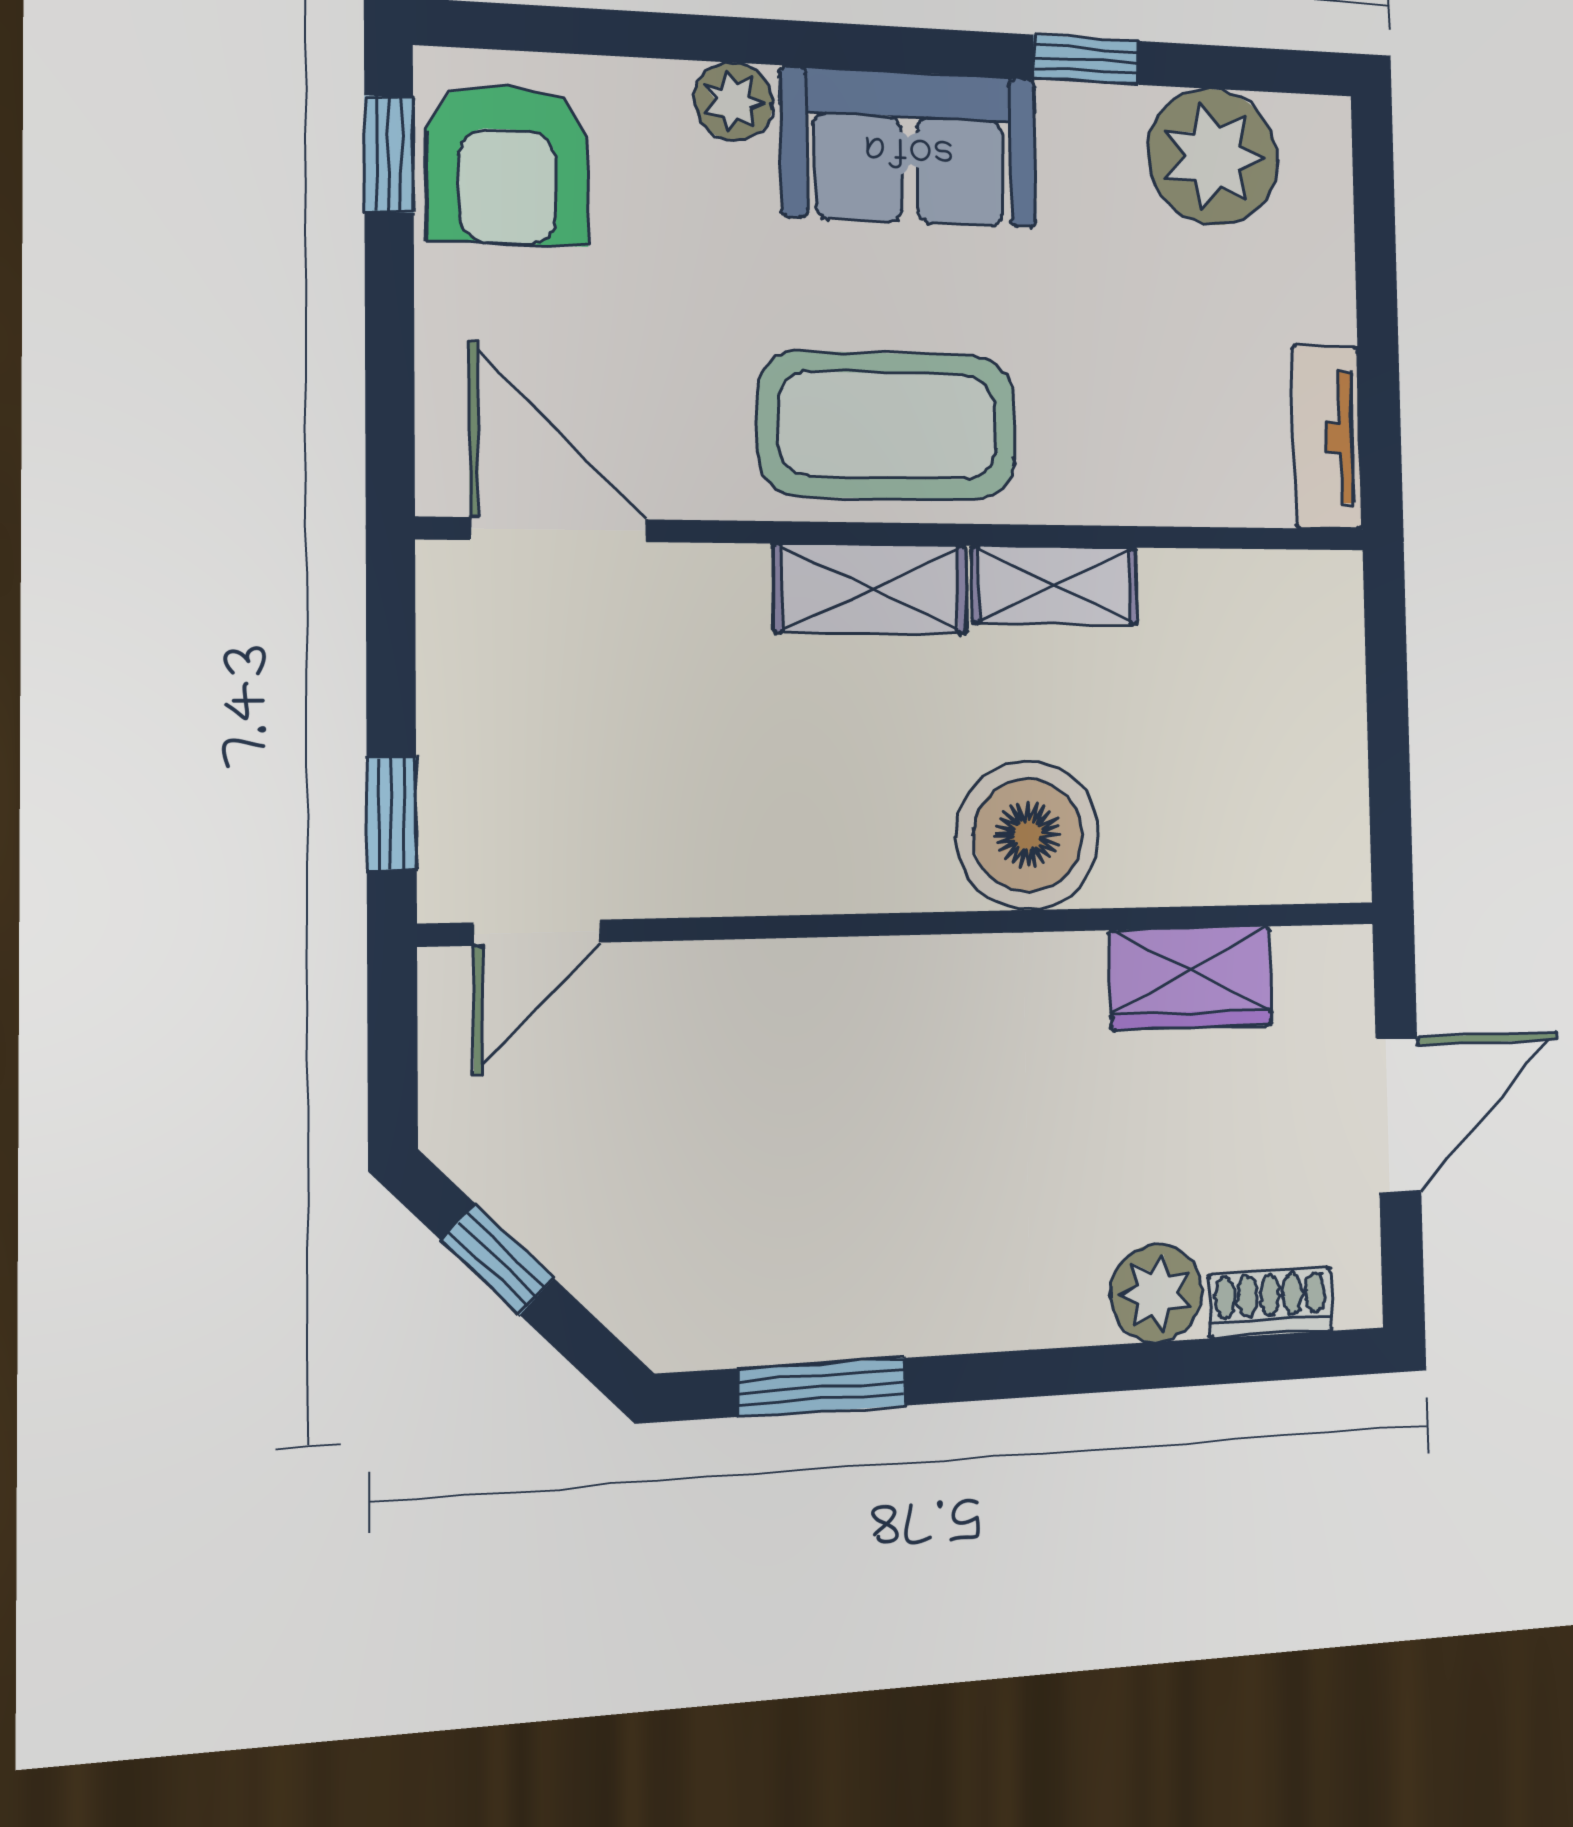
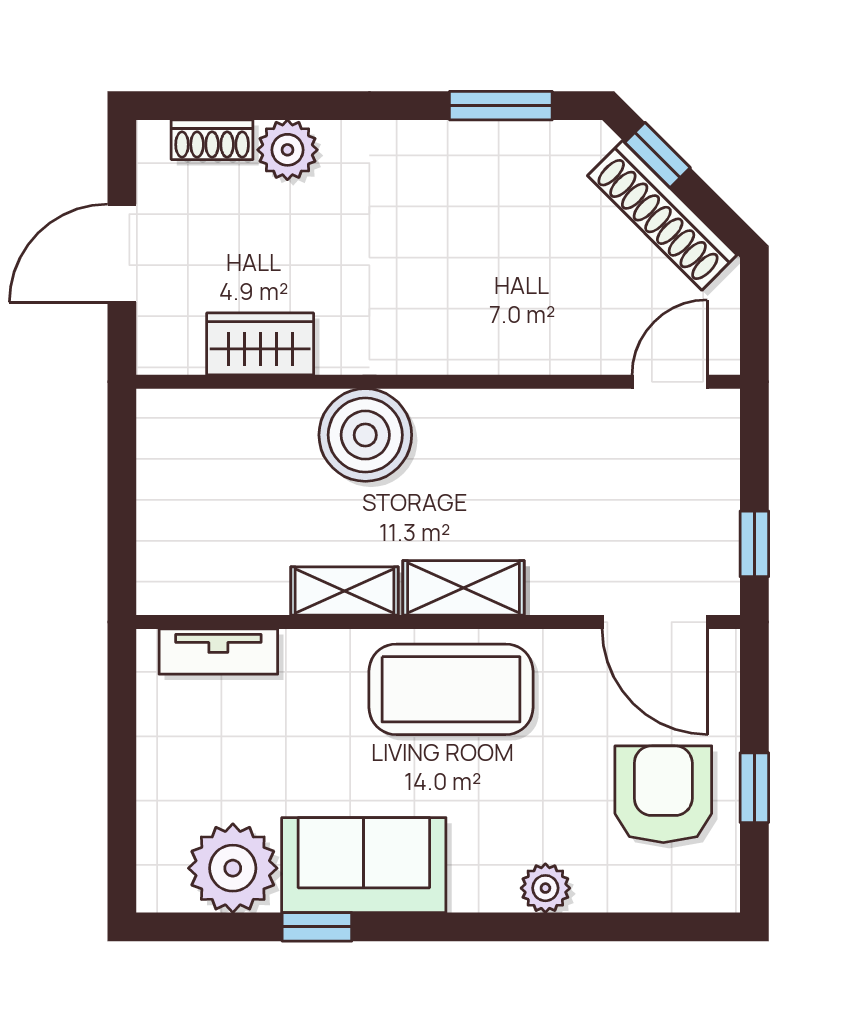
sofa: (909, 147) -> (364, 865), moved
window: (389, 154) -> (754, 788), moved
armchair: (507, 164) -> (663, 794), moved
tv unit: (1327, 437) -> (218, 652), moved, turned 90
window: (392, 814) -> (754, 544), moved
shoe rack: (552, 1216) -> (662, 215), added
window: (498, 1259) -> (658, 155), moved

